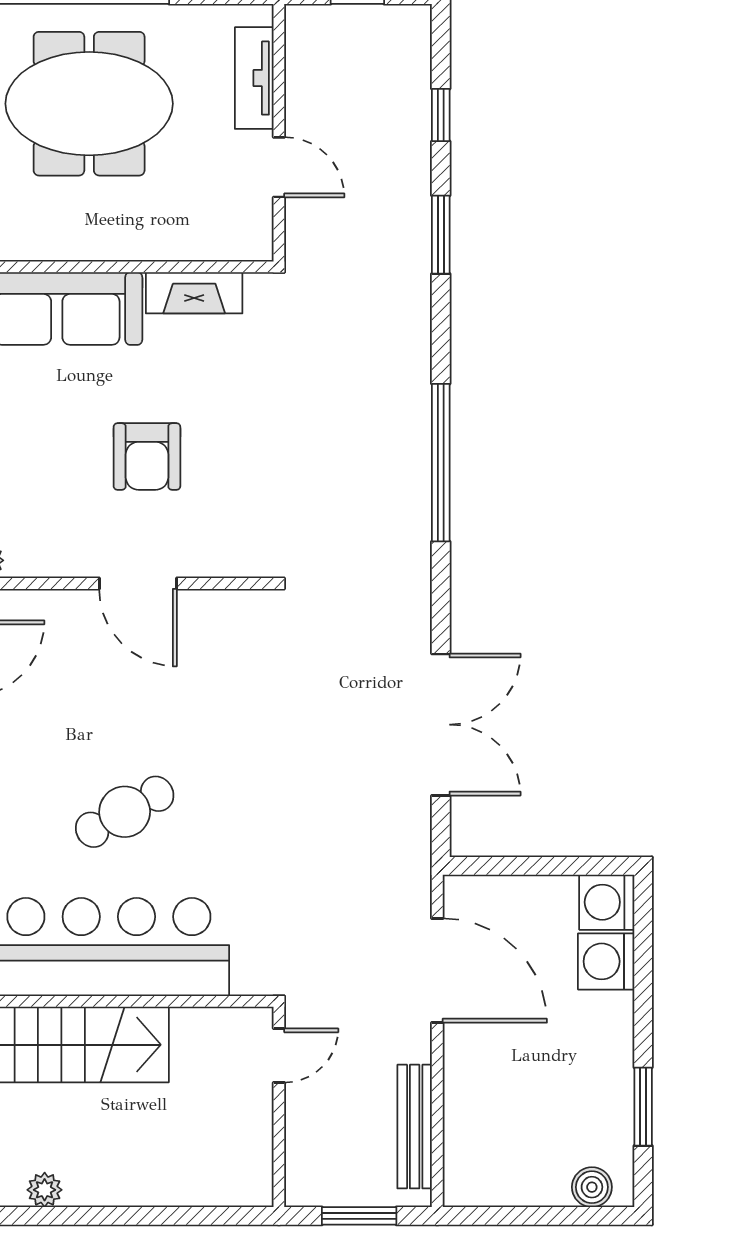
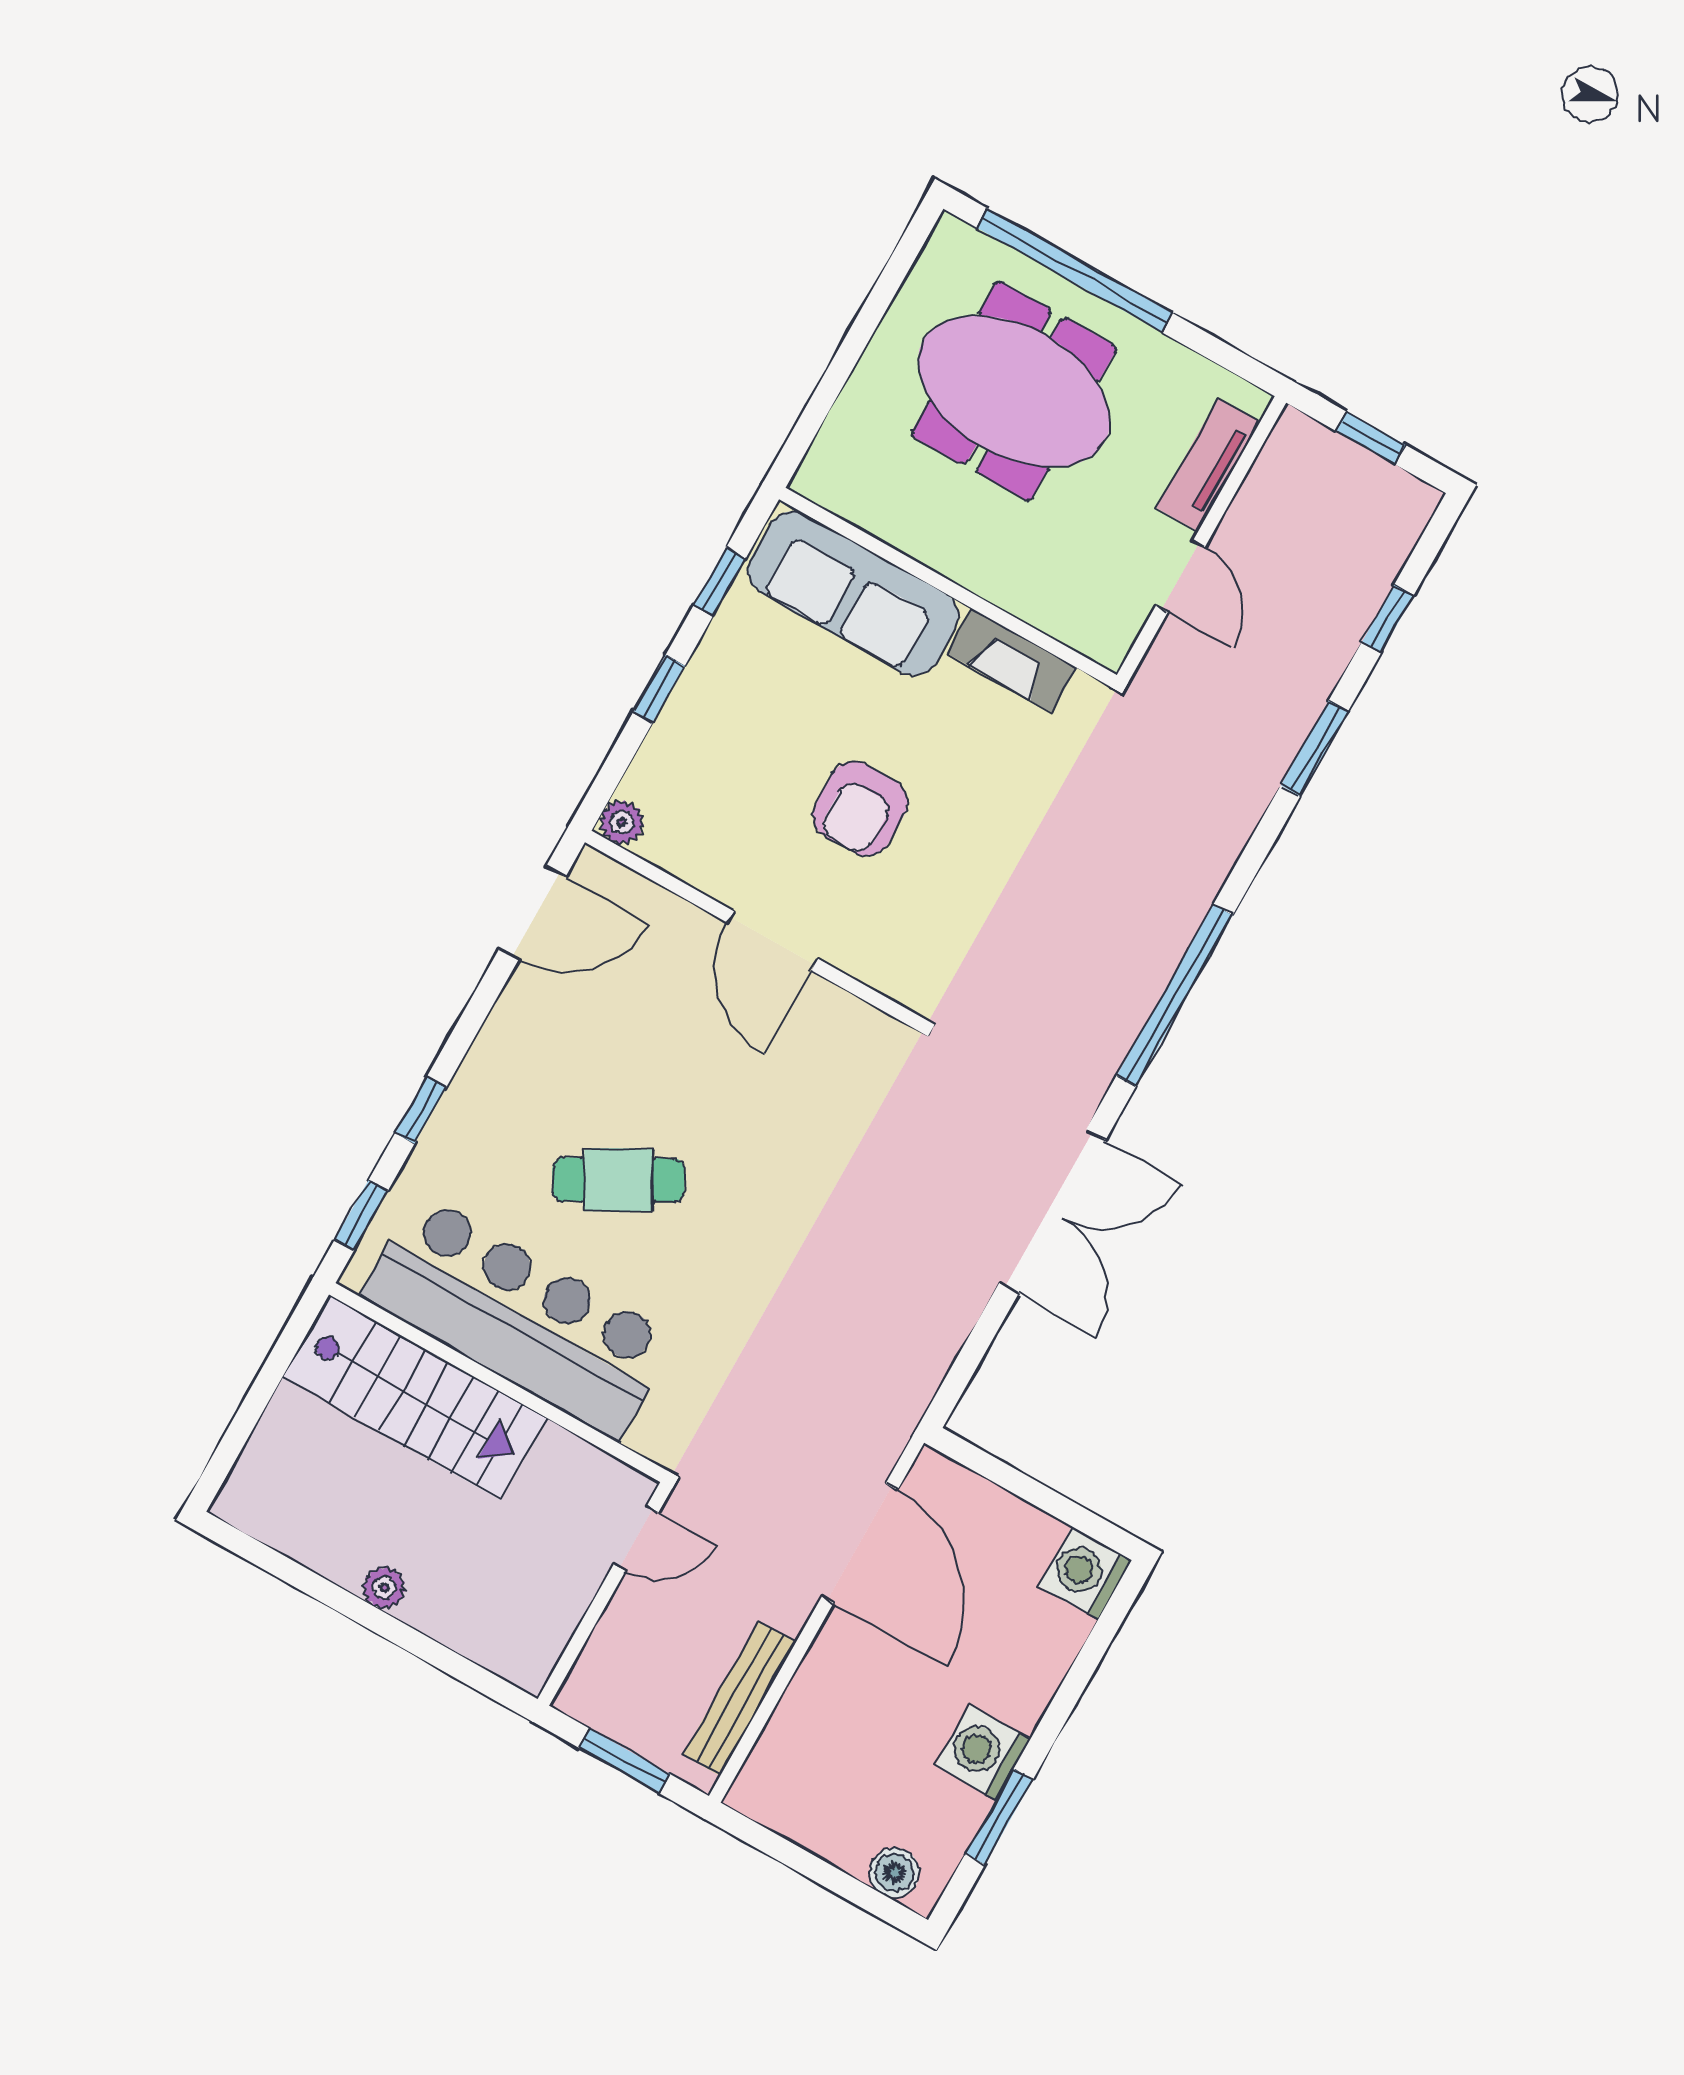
double door: (441, 725) -> (1052, 1211), moved
washing machine: (606, 961) -> (983, 1752), moved
plant: (45, 1190) -> (384, 1588), moved

